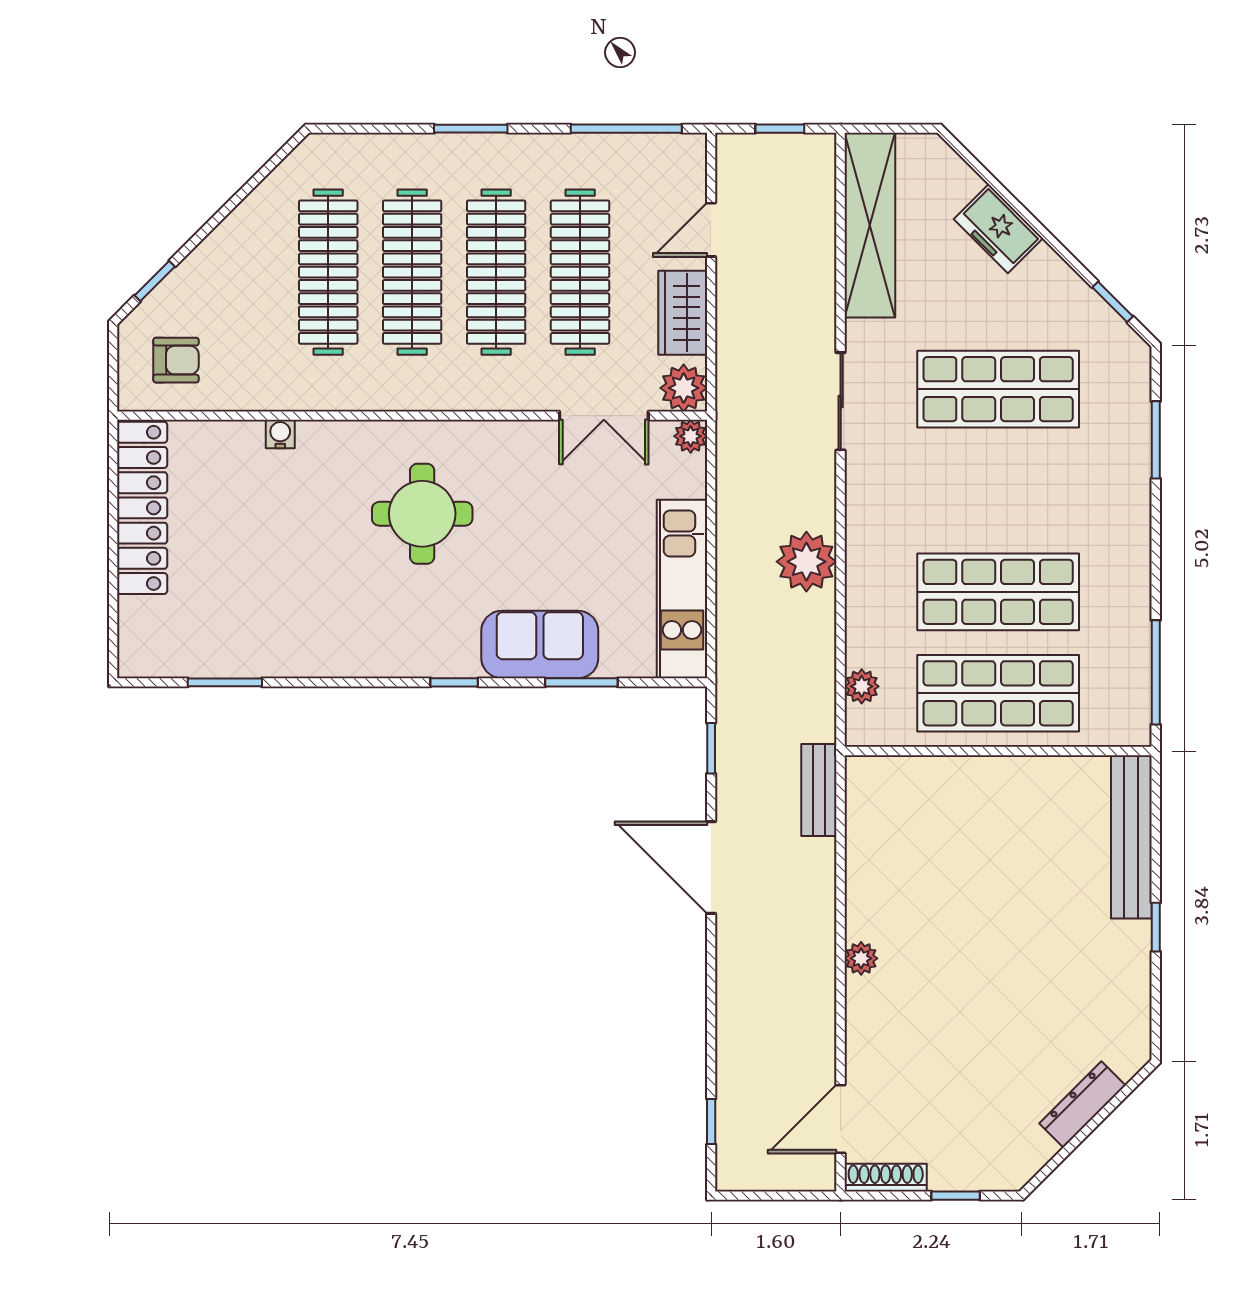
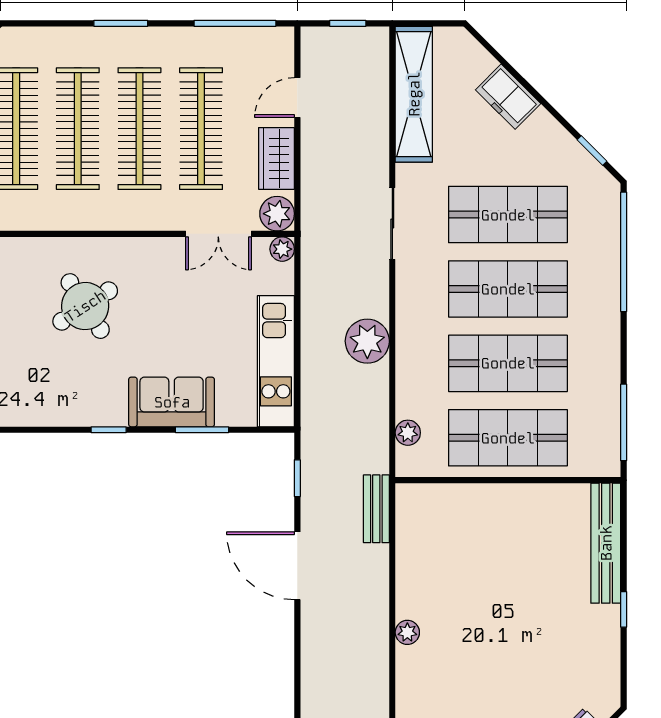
window: (1156, 440) -> (624, 252), width x2.11
shop shelf: (998, 491) -> (508, 289), added
round table: (422, 514) -> (85, 306), turned -33

